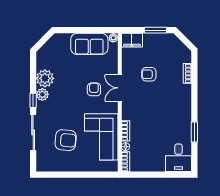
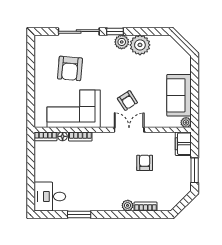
armchair: (94, 89) -> (127, 101), turned 57
plant: (186, 89) -> (128, 205), added

